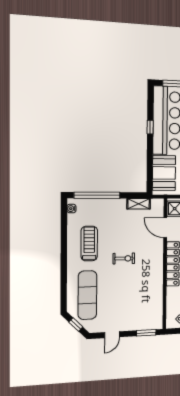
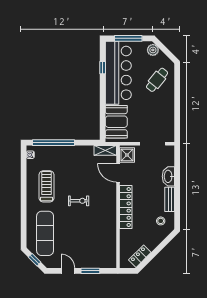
window: (150, 127) -> (103, 68), moved
shelving: (139, 204) -> (105, 150), moved
window: (146, 333) -> (90, 271), moved
door: (112, 335) -> (68, 271), swing flipped

